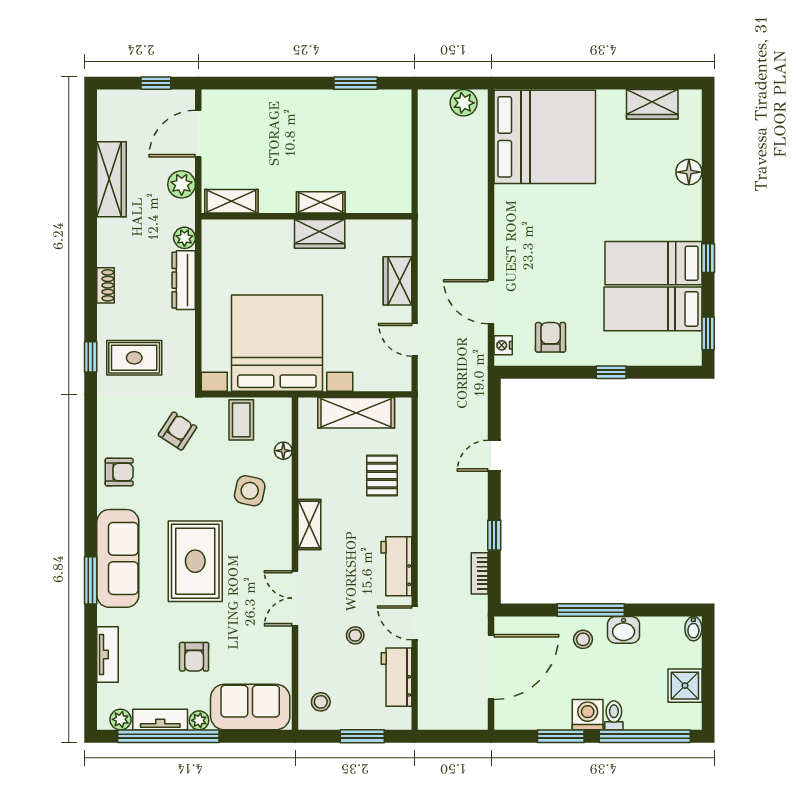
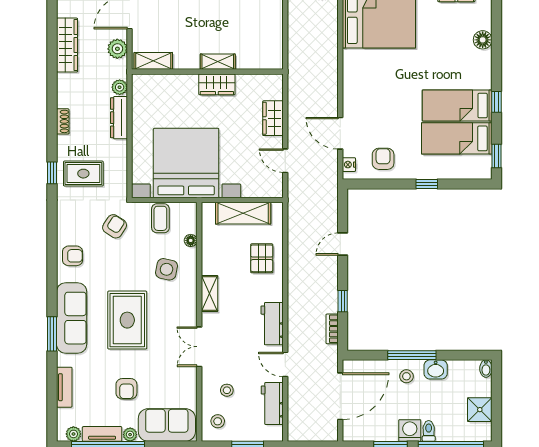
stool: (355, 635) -> (227, 390), moved

